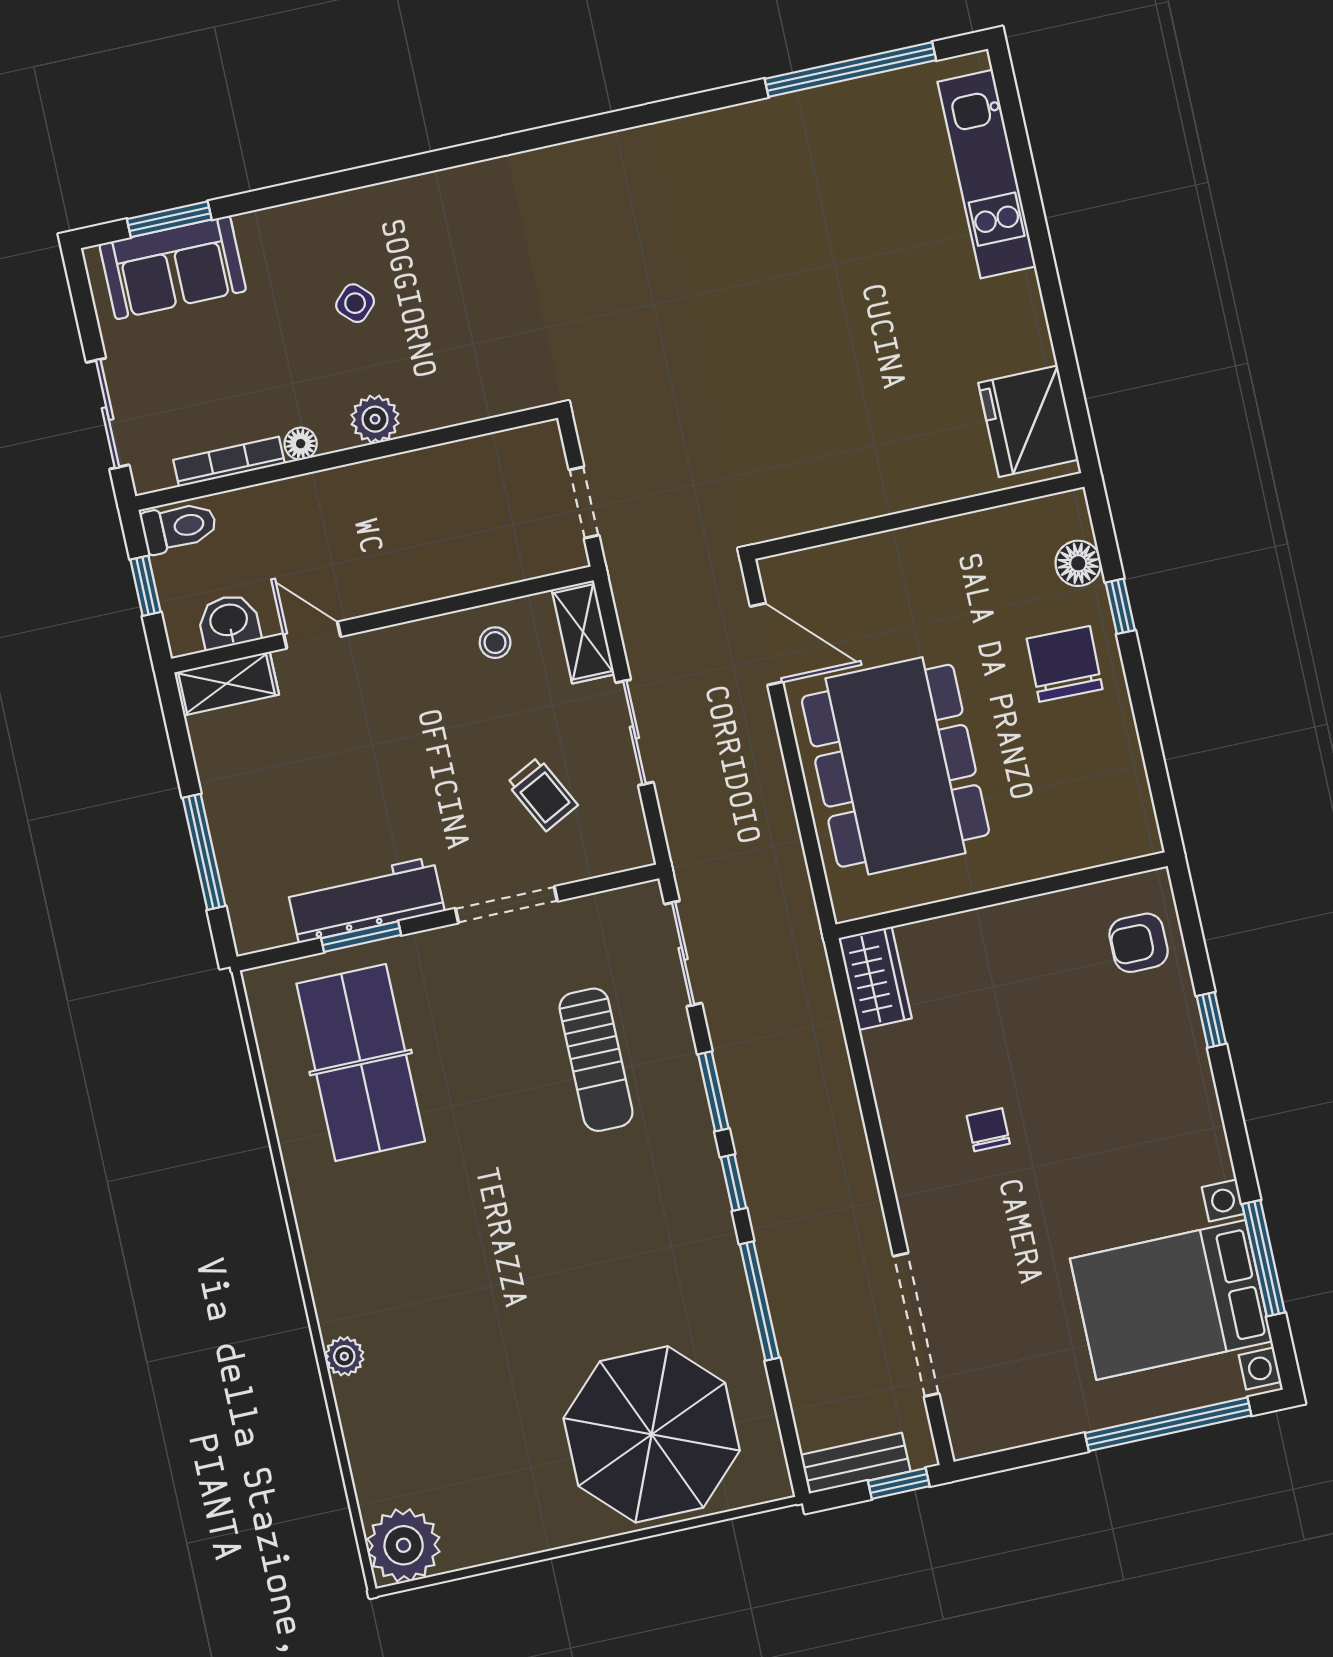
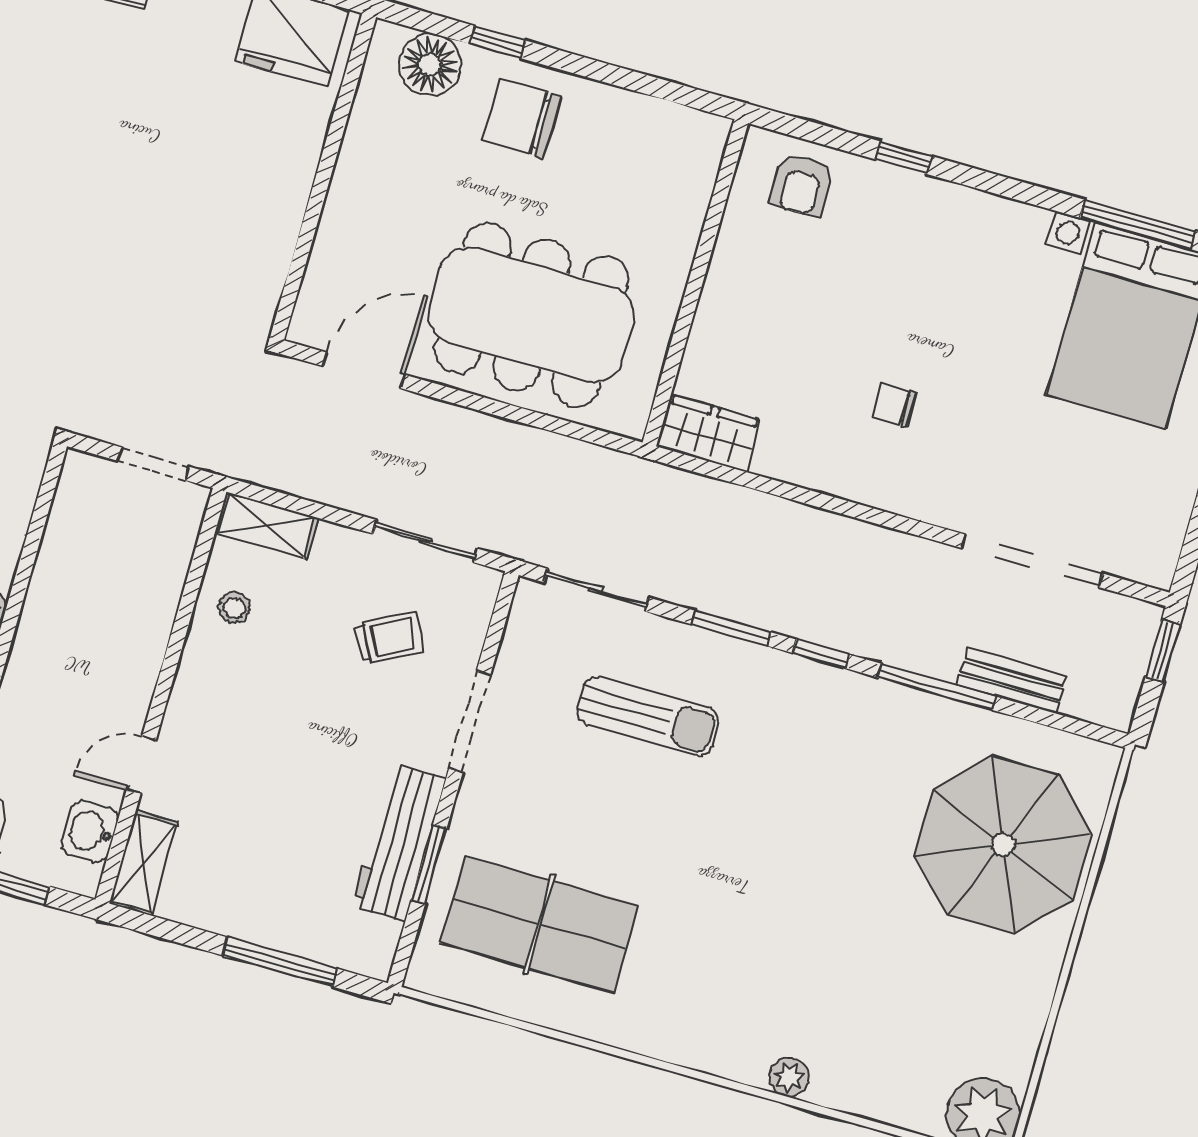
floor lamp: (1078, 563) -> (430, 65), width x1.38, depth x1.38
sliding door: (634, 732) -> (425, 541), moved
bench: (855, 1463) -> (1012, 681), moved, turned 90

